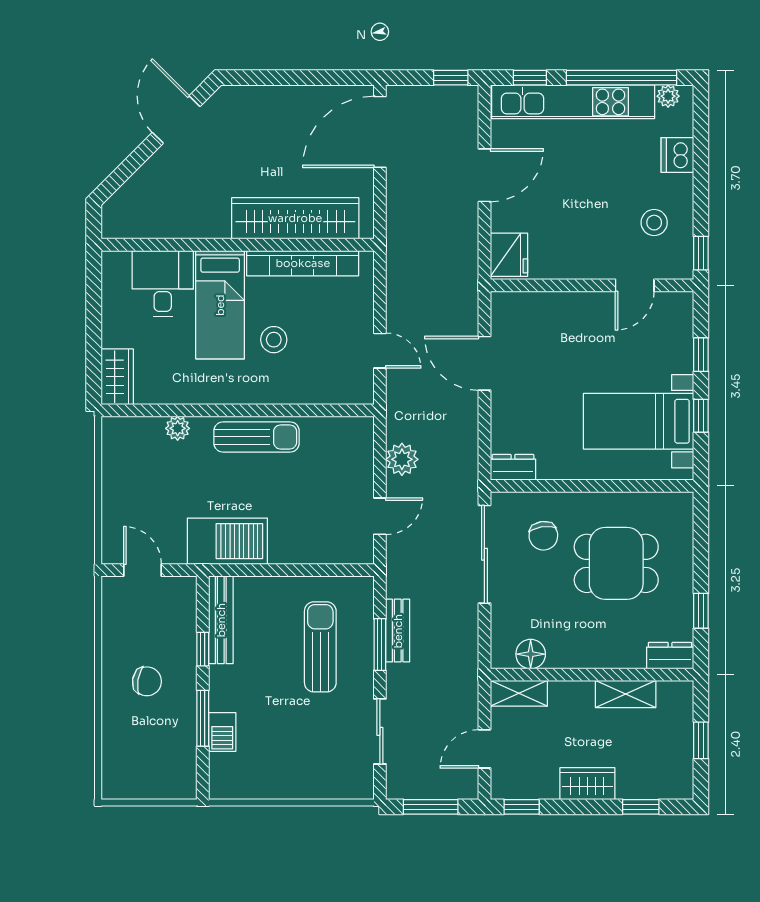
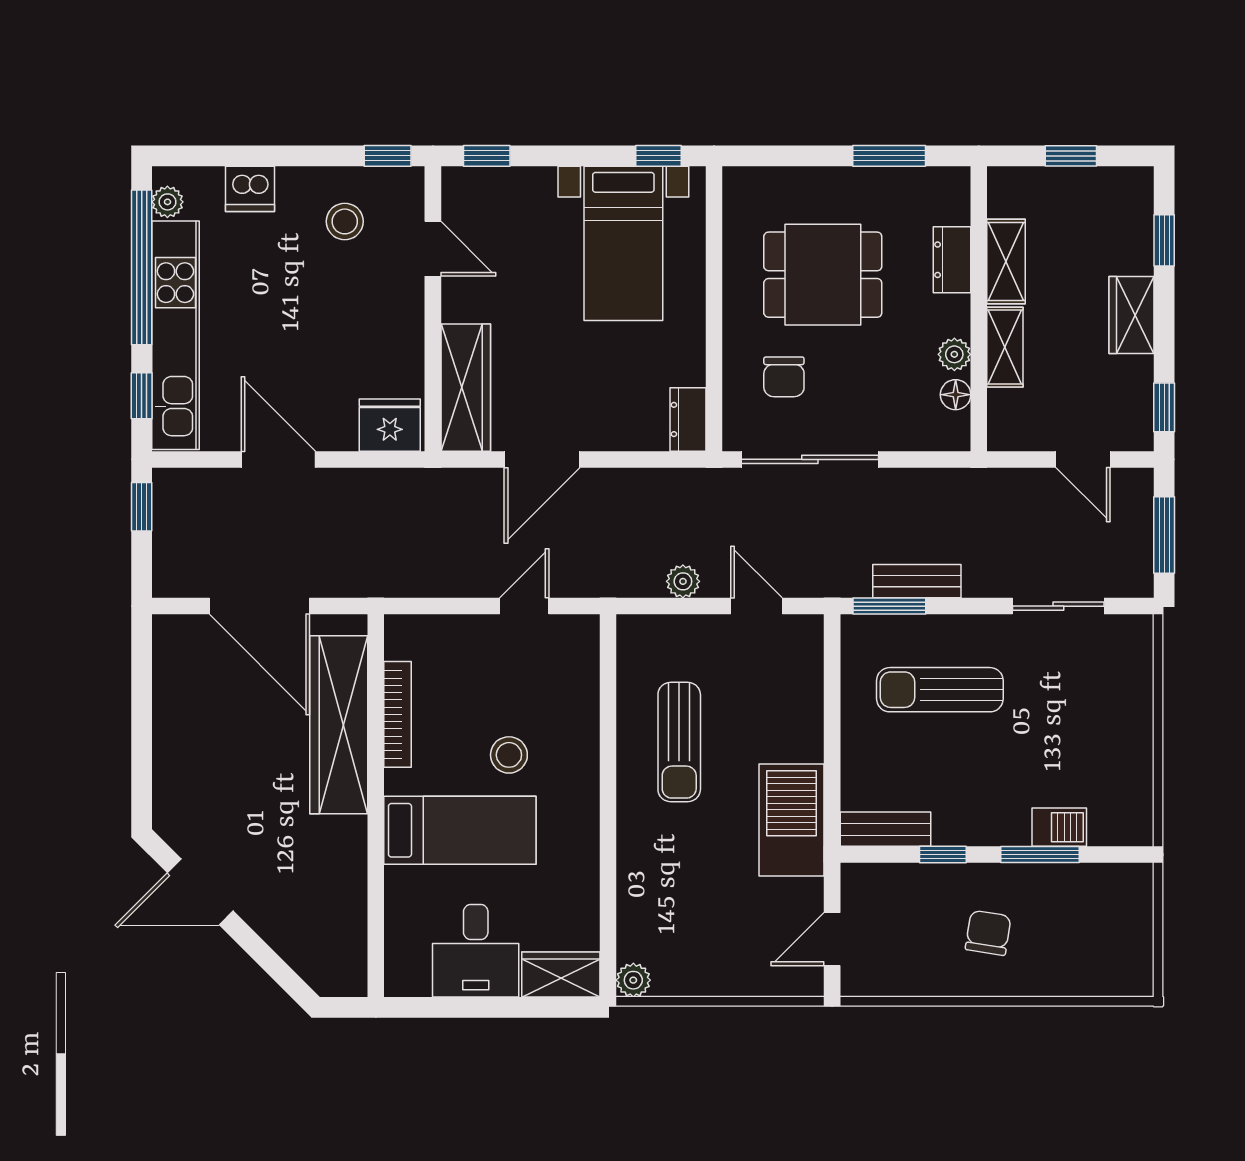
door: (380, 132) -> (259, 606), moved
bookcase: (303, 263) -> (398, 714), width x0.68, depth x0.76
desk: (163, 284) -> (476, 951), moved, turned -90
wardrobe: (536, 309) -> (466, 388), added
window: (701, 355) -> (487, 156), moved
window: (701, 416) -> (659, 156), moved
plant: (178, 428) -> (633, 980), moved
sun lounger: (257, 437) -> (679, 742), moved, turned 180
plant: (402, 459) -> (683, 581), width x0.73, depth x0.73
chair: (543, 536) -> (784, 377), turned 98
dining table: (616, 563) -> (823, 275), turned 90
window: (701, 611) -> (889, 156), width x1.50
bench: (221, 620) -> (885, 829), width x0.73
window: (380, 645) -> (889, 606), moved
floor lamp: (531, 654) -> (956, 395), width x0.73, depth x0.73
dresser: (670, 656) -> (952, 260), moved
plant: (559, 657) -> (954, 354), added
shelving: (519, 693) -> (1005, 347), moved

